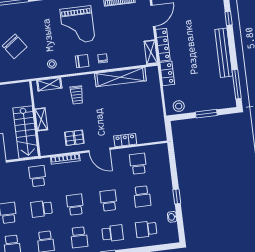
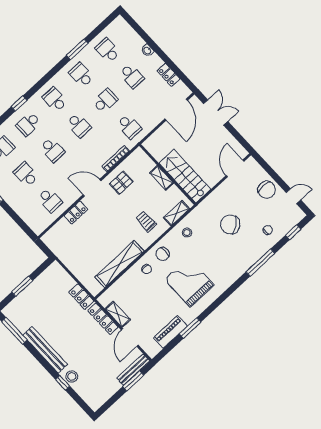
shelving: (151, 52) -> (118, 314), moved
stool: (179, 106) -> (72, 377), moved
stairs: (26, 132) -> (185, 176), moved

